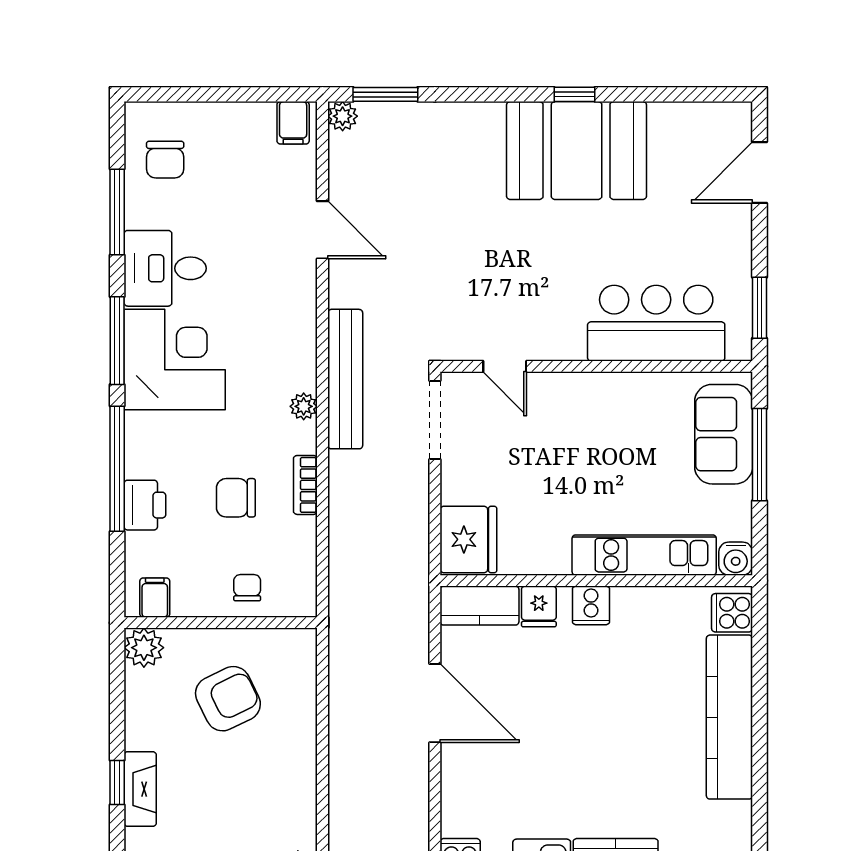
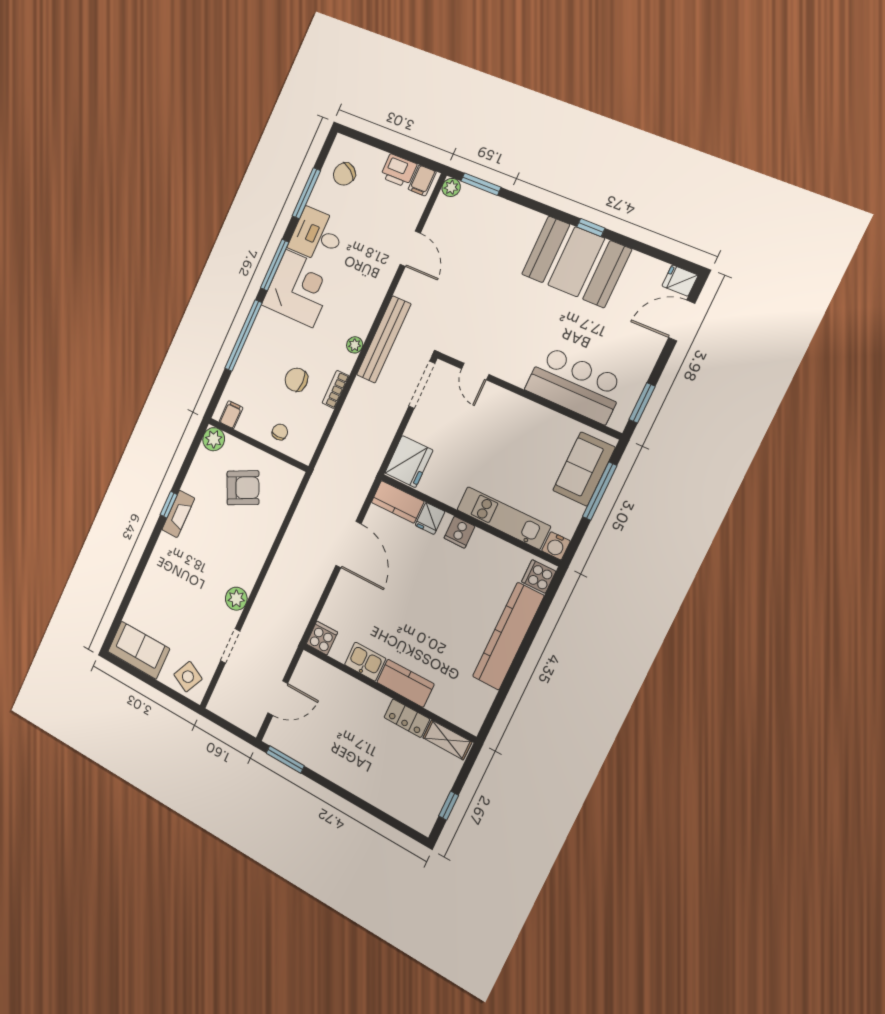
fridge: (732, 119) -> (680, 281), added
chair: (165, 160) -> (344, 174), turned 36
printer: (145, 505) -> (399, 171), moved, turned 90

